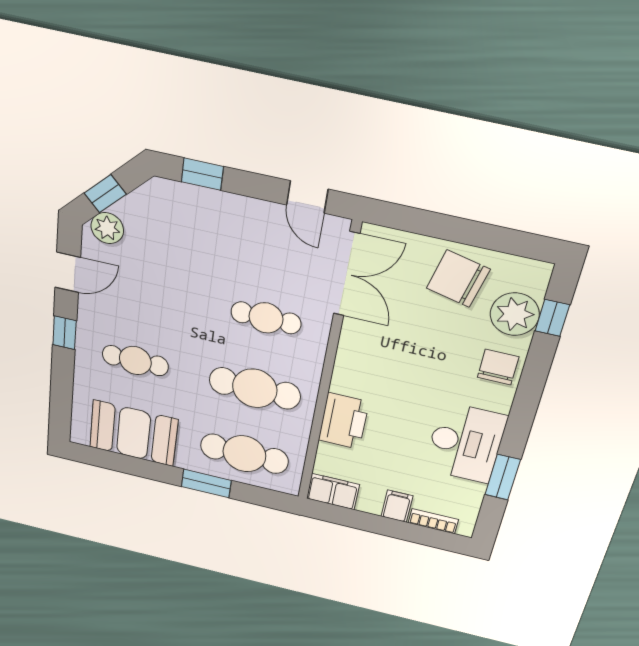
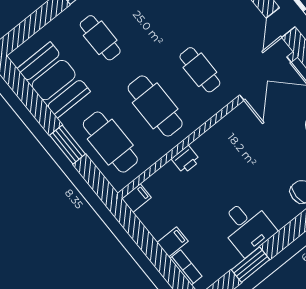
printer: (344, 421) -> (186, 160), width x0.53, depth x0.68
desk: (465, 443) -> (247, 227), width x0.73
filing cabinet: (333, 492) -> (136, 198), width x0.50

